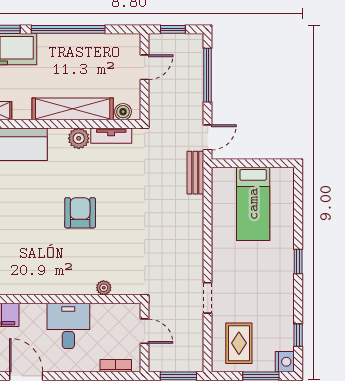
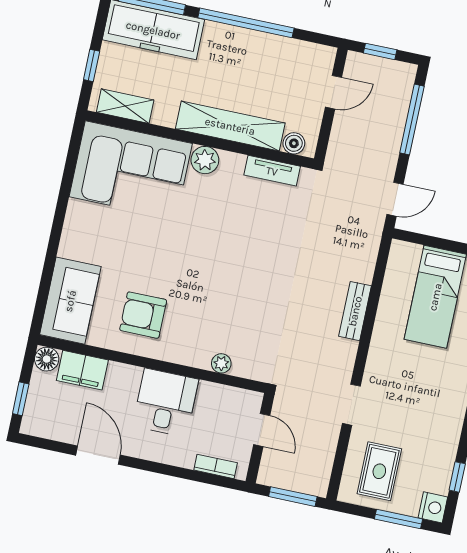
plant: (79, 138) -> (205, 160), moved
bench: (195, 173) -> (355, 311), moved
armchair: (80, 213) -> (143, 315), moved, turned -90

